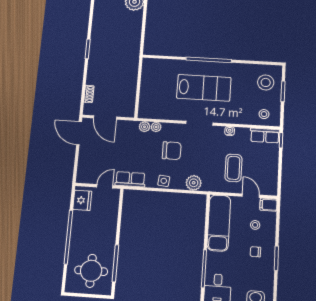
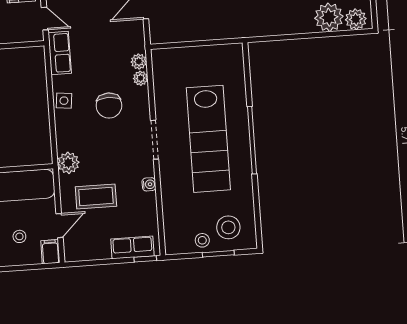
lab bench: (204, 88) -> (208, 139), width x1.36
stool: (264, 114) -> (202, 240), moved
row of seats: (265, 135) -> (132, 247), moved, turned 90
plant: (194, 183) -> (68, 163), moved

